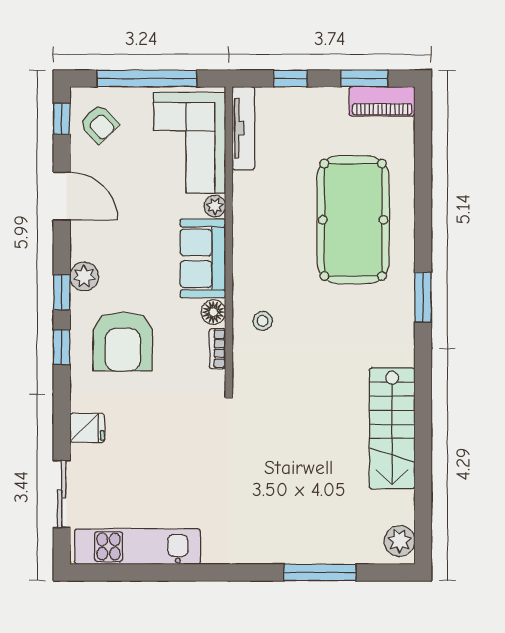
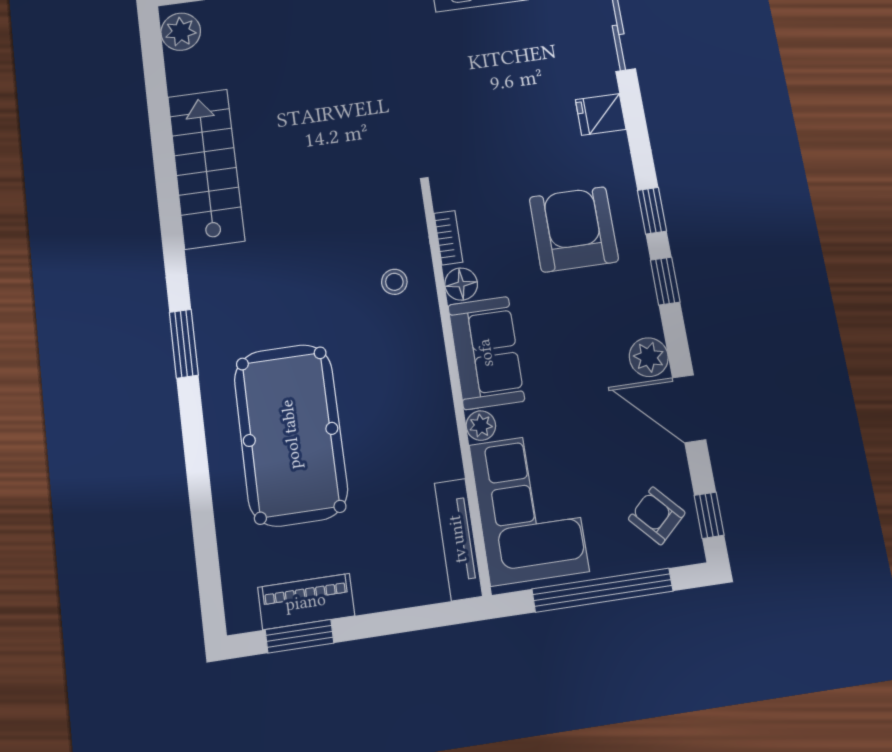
window: (290, 78) -> (403, 621), removed
piano: (382, 101) -> (306, 602), moved
plant: (84, 276) -> (649, 357), moved

